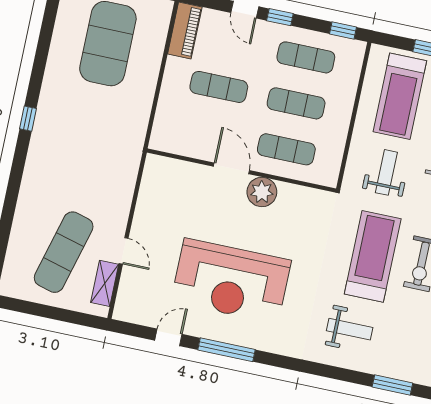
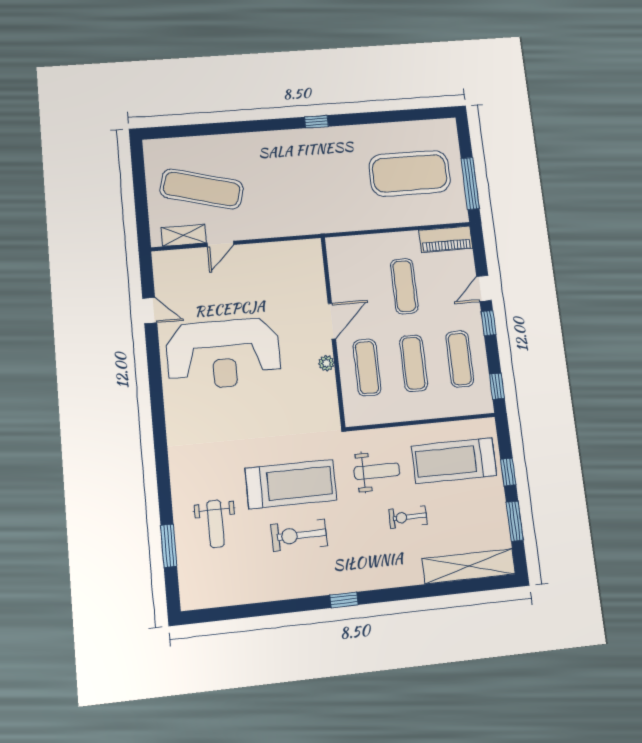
plant: (262, 192) -> (326, 363), width x0.53, depth x0.53
reception desk: (231, 281) -> (223, 354), turned -90
weight bench: (350, 329) -> (215, 524), moved
window: (226, 350) -> (154, 370), removed

